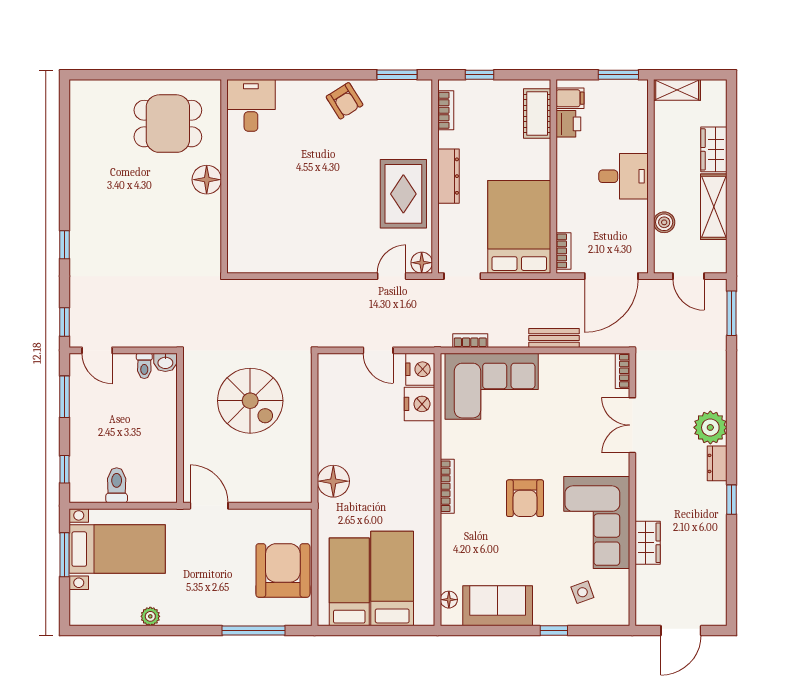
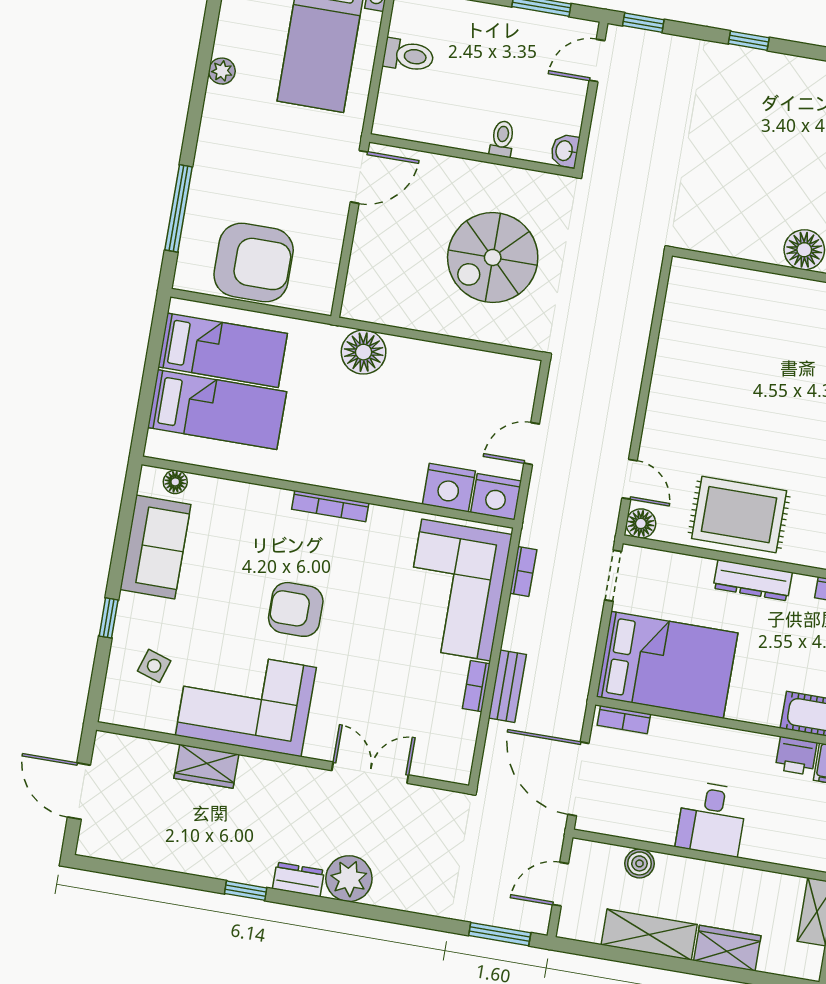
toilet: (144, 366) -> (502, 139), moved, turned 90
bookcase: (622, 371) -> (476, 686), moved, turned -90
side table: (582, 592) -> (154, 666), turned 38

